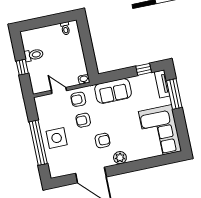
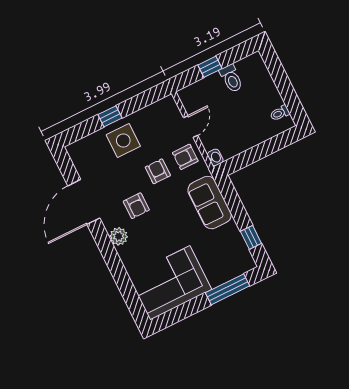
tv unit: (162, 84) -> (237, 269), removed
armchair: (78, 99) -> (185, 157), turned -90
window: (38, 143) -> (110, 116), width x0.32

